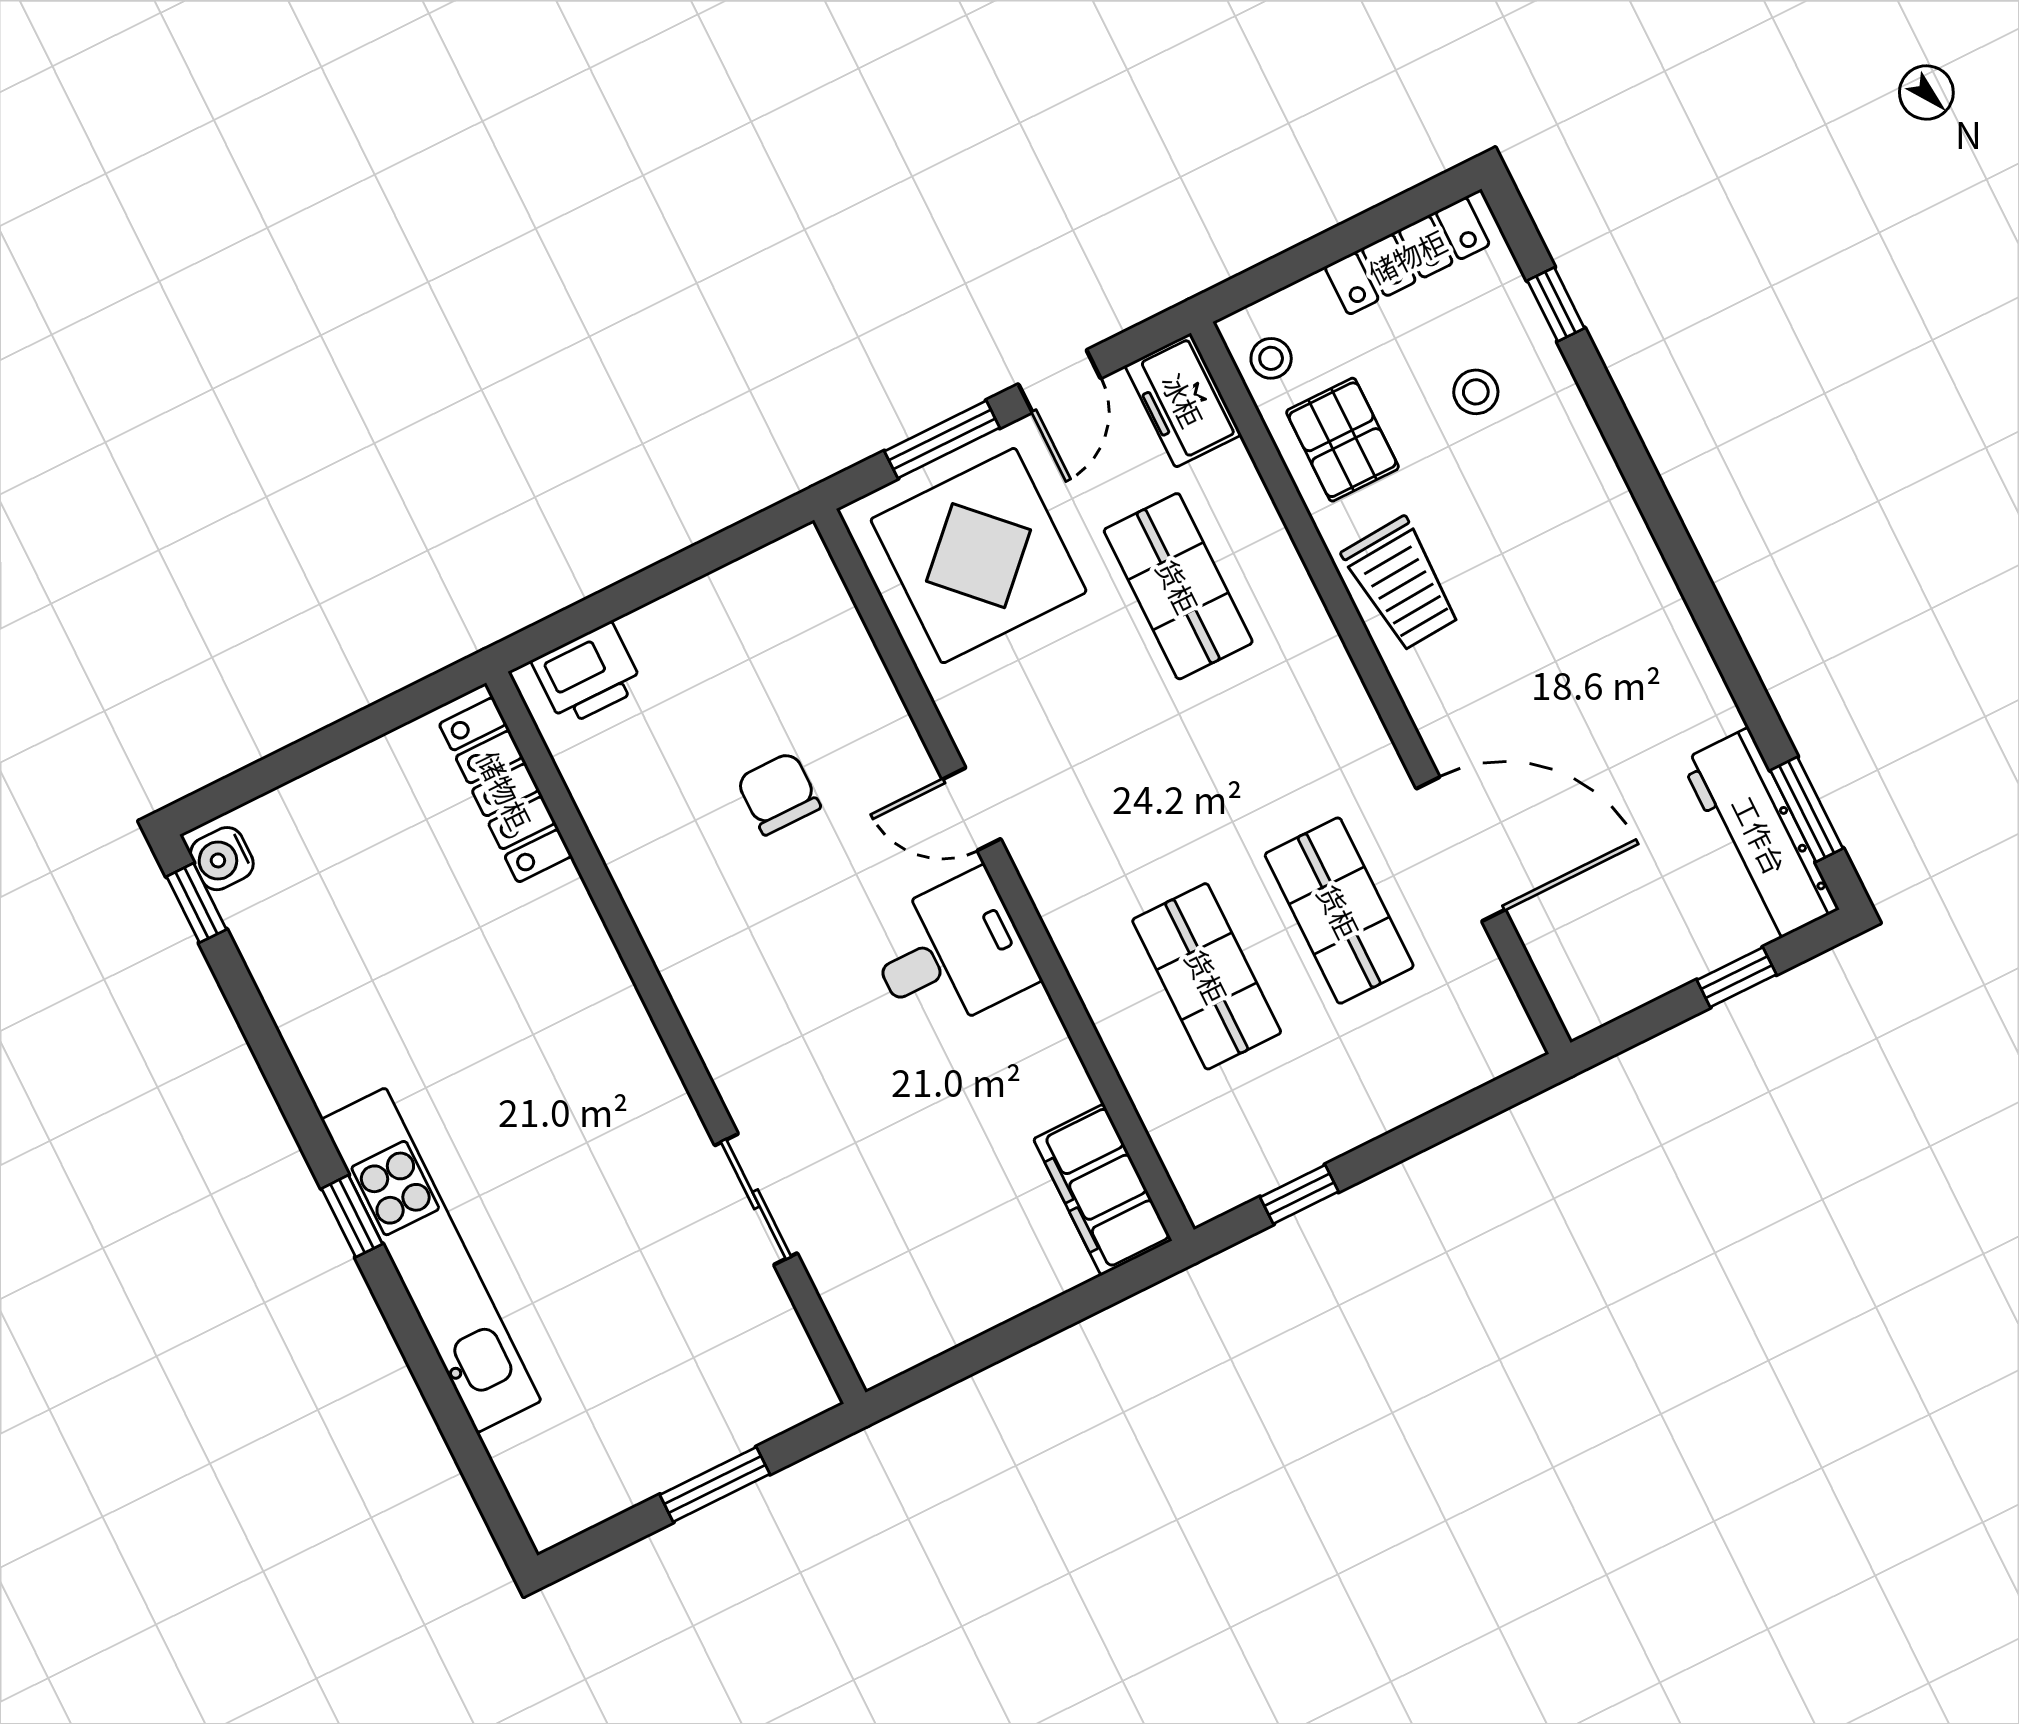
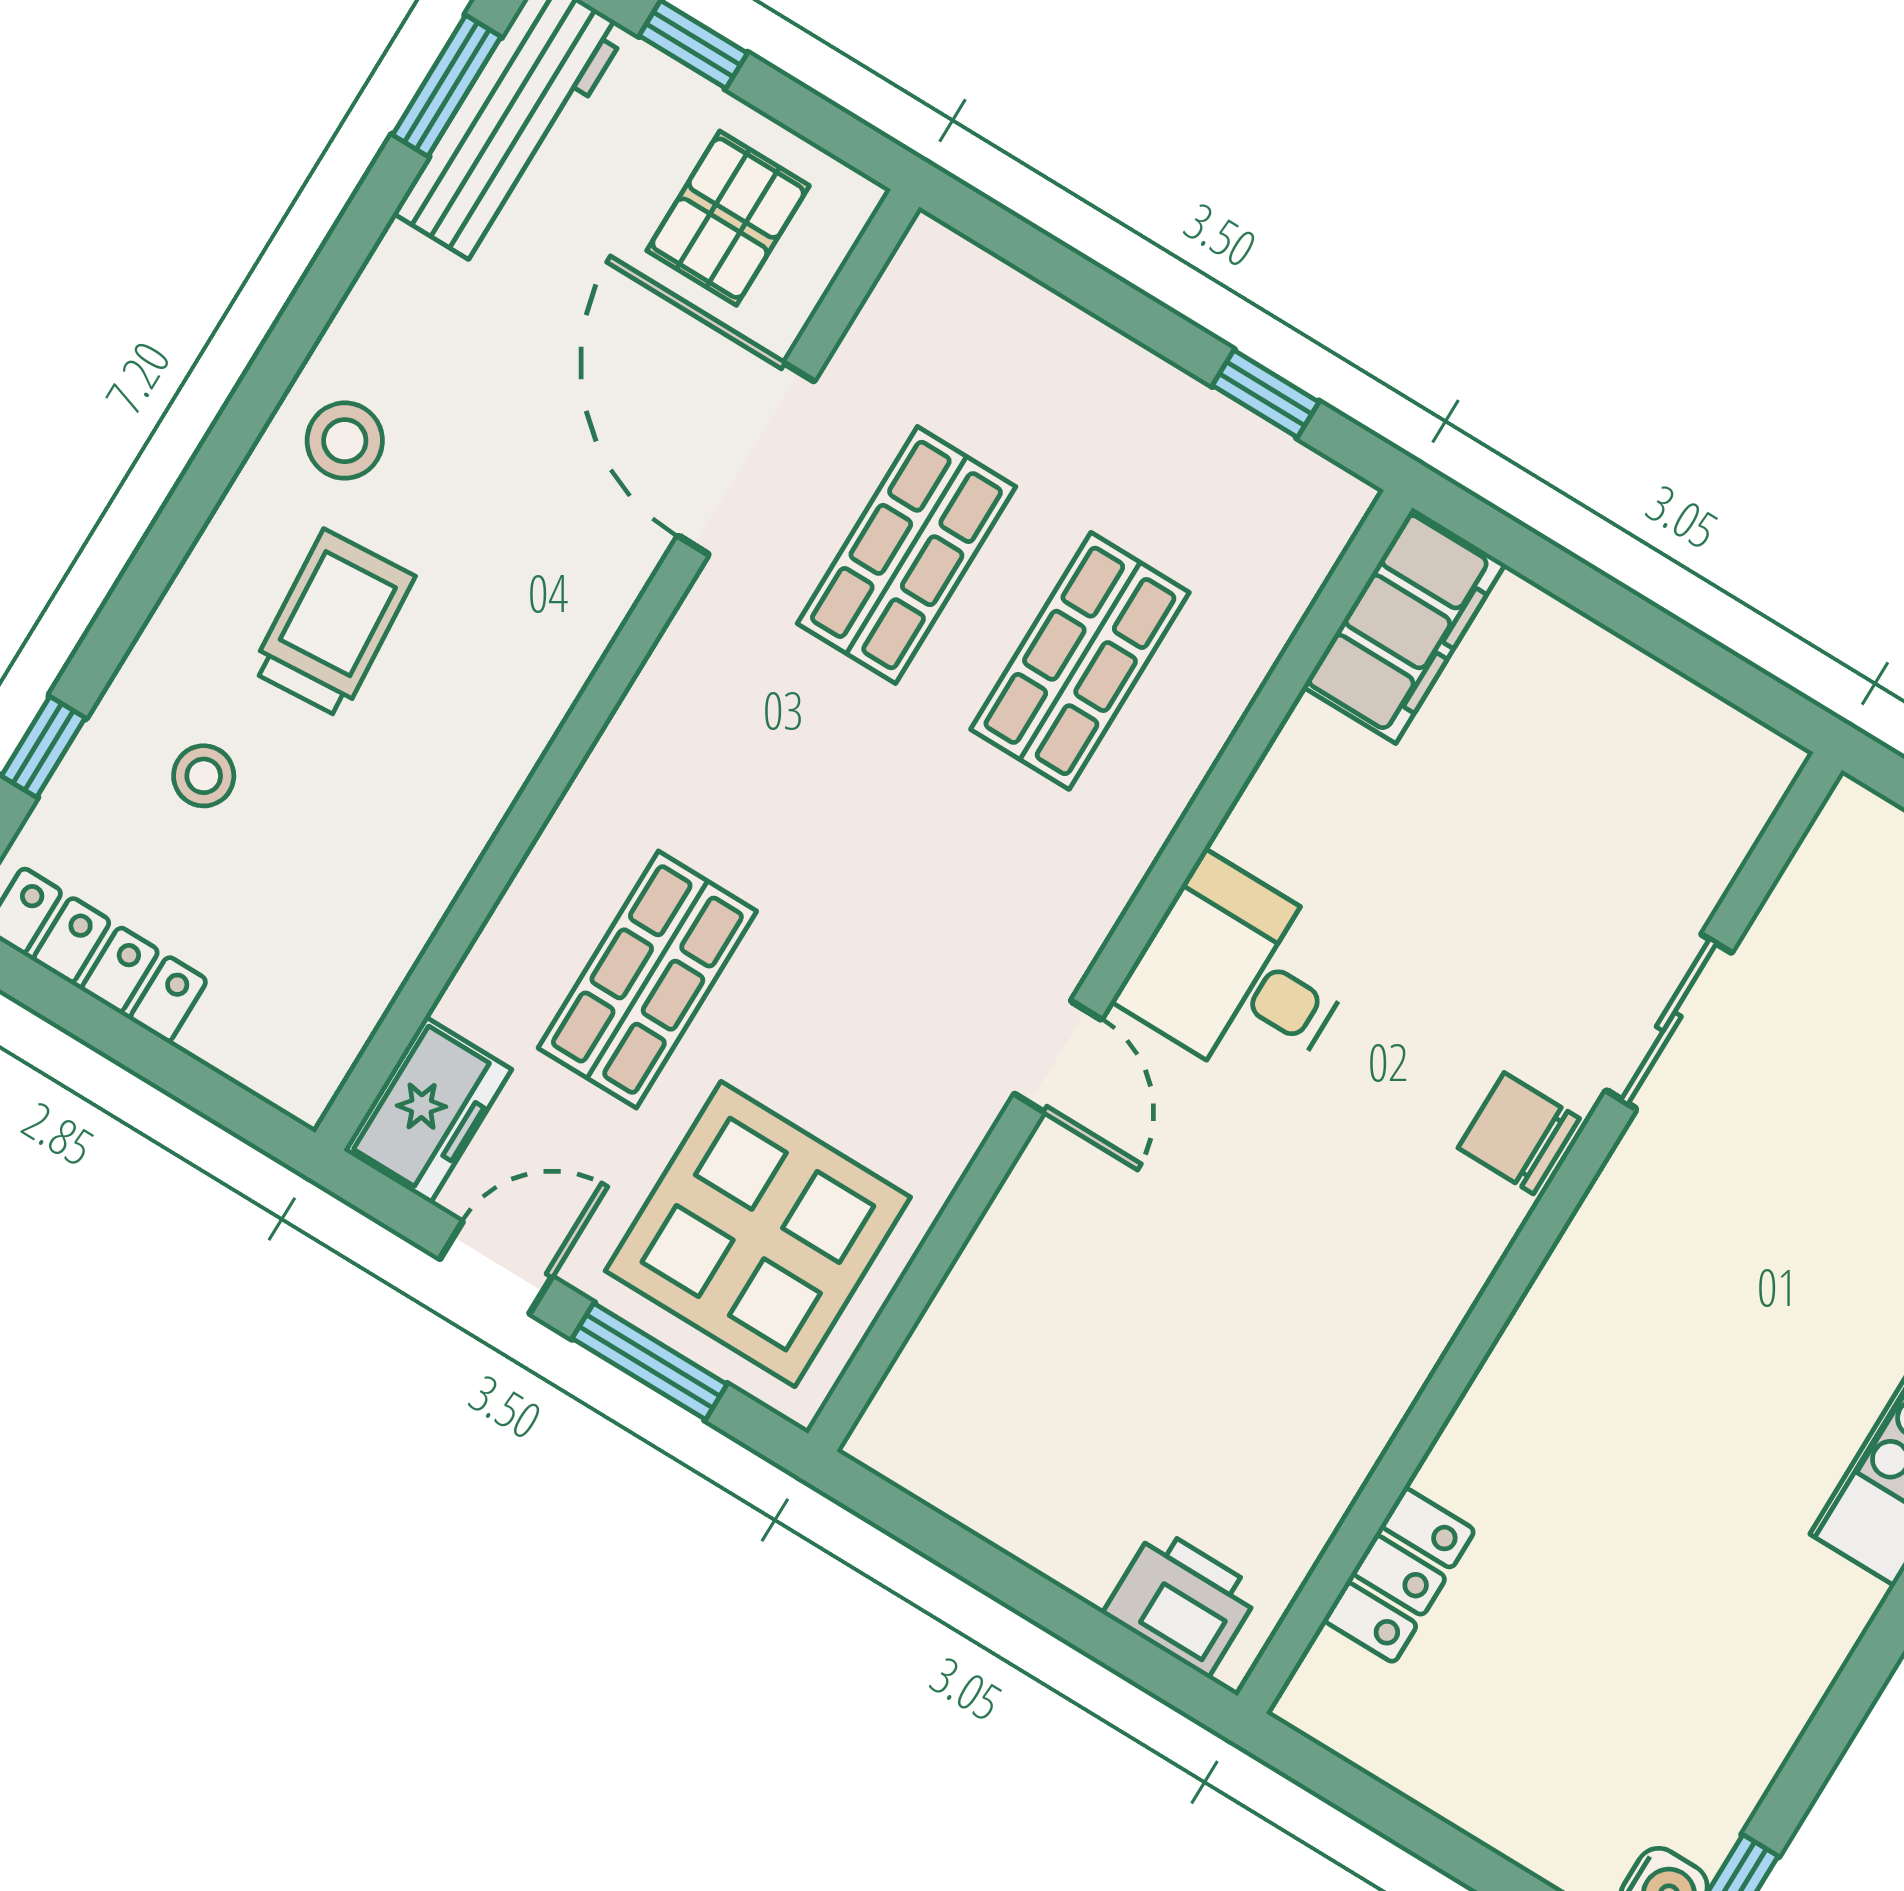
stool: (1271, 358) -> (345, 441), moved, width x1.37, depth x1.37
pallet: (1342, 440) -> (728, 218), moved
trolley: (1402, 584) -> (333, 624), moved
locker: (505, 790) -> (1399, 1575), width x0.66
chair: (779, 793) -> (1519, 1133), moved, turned 90

